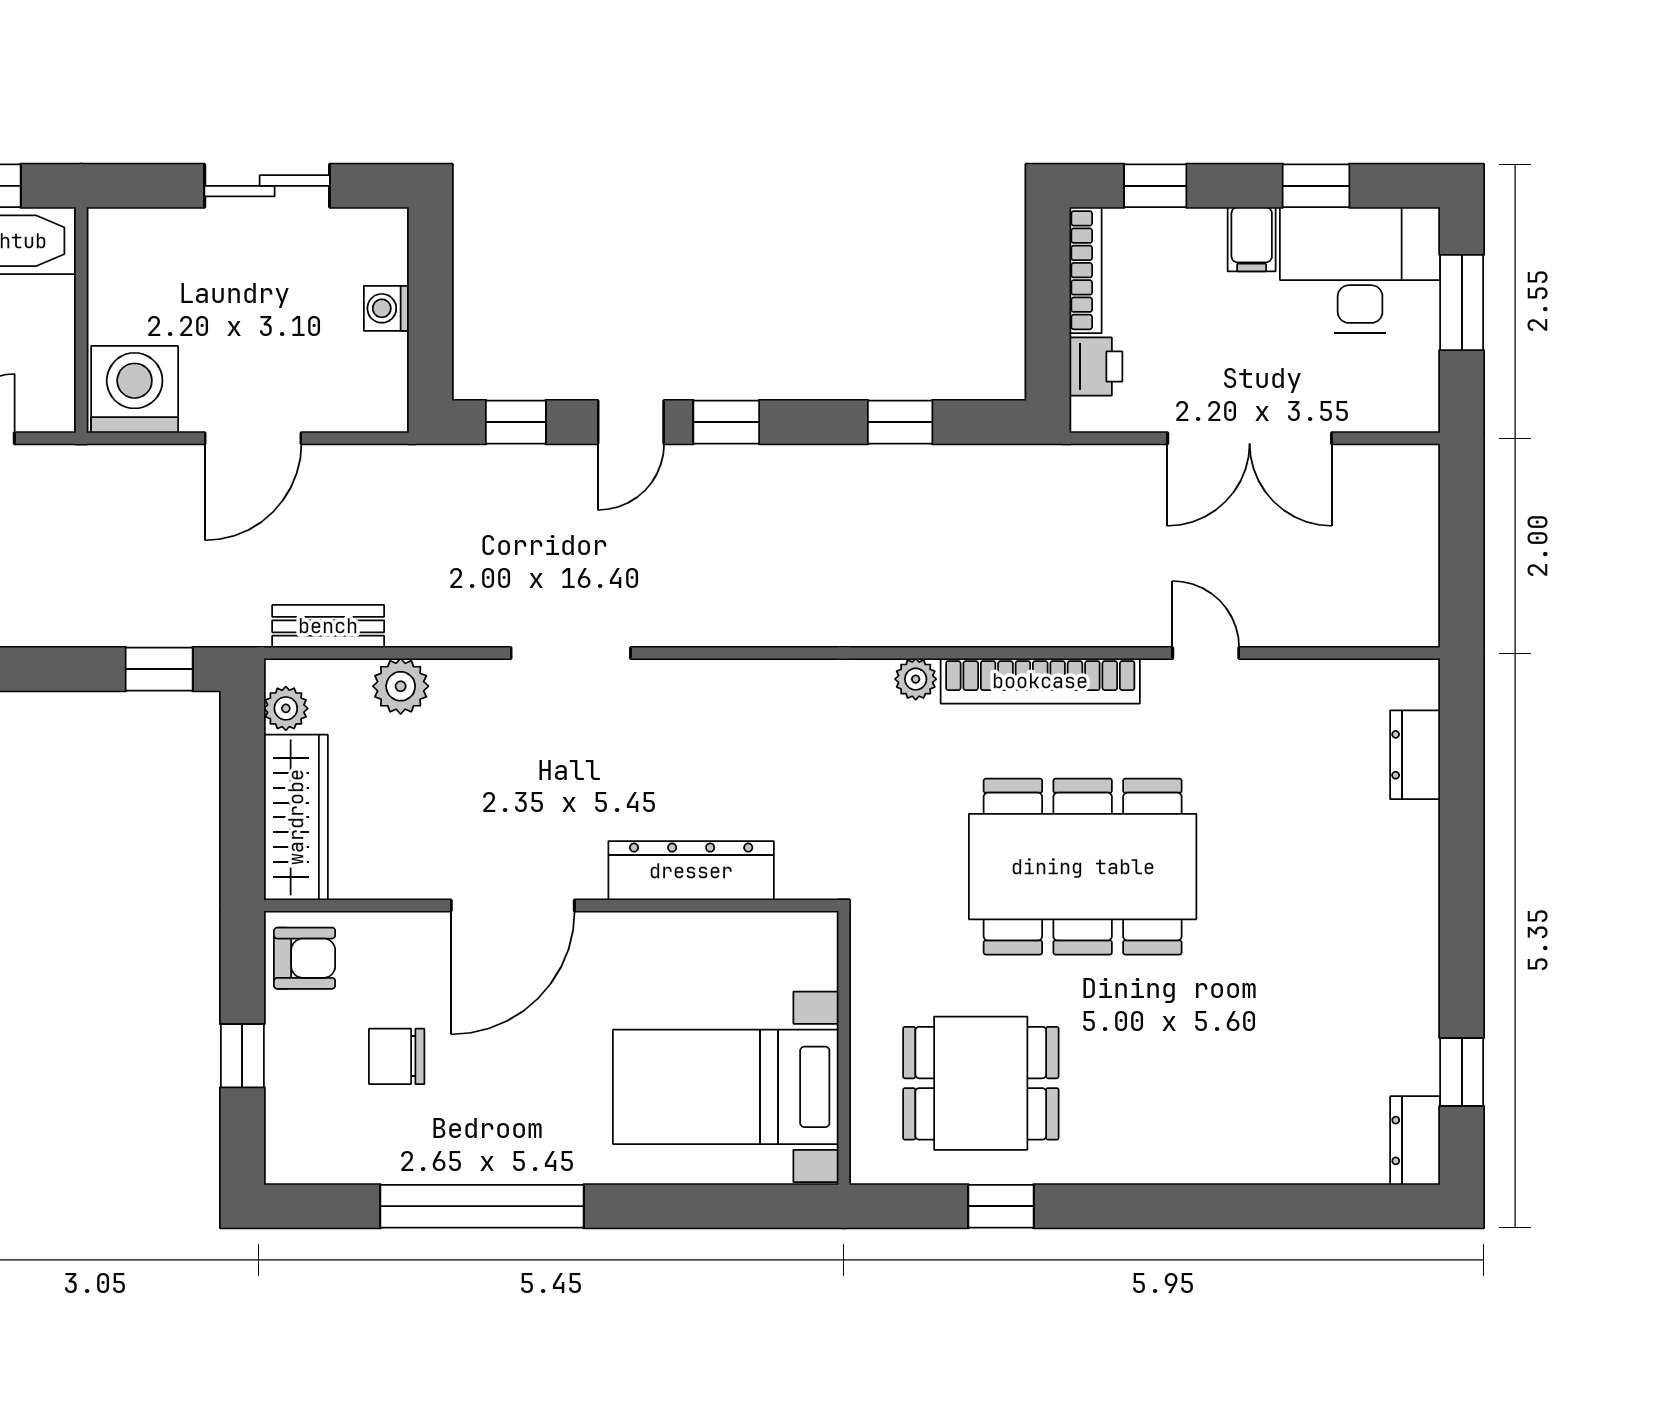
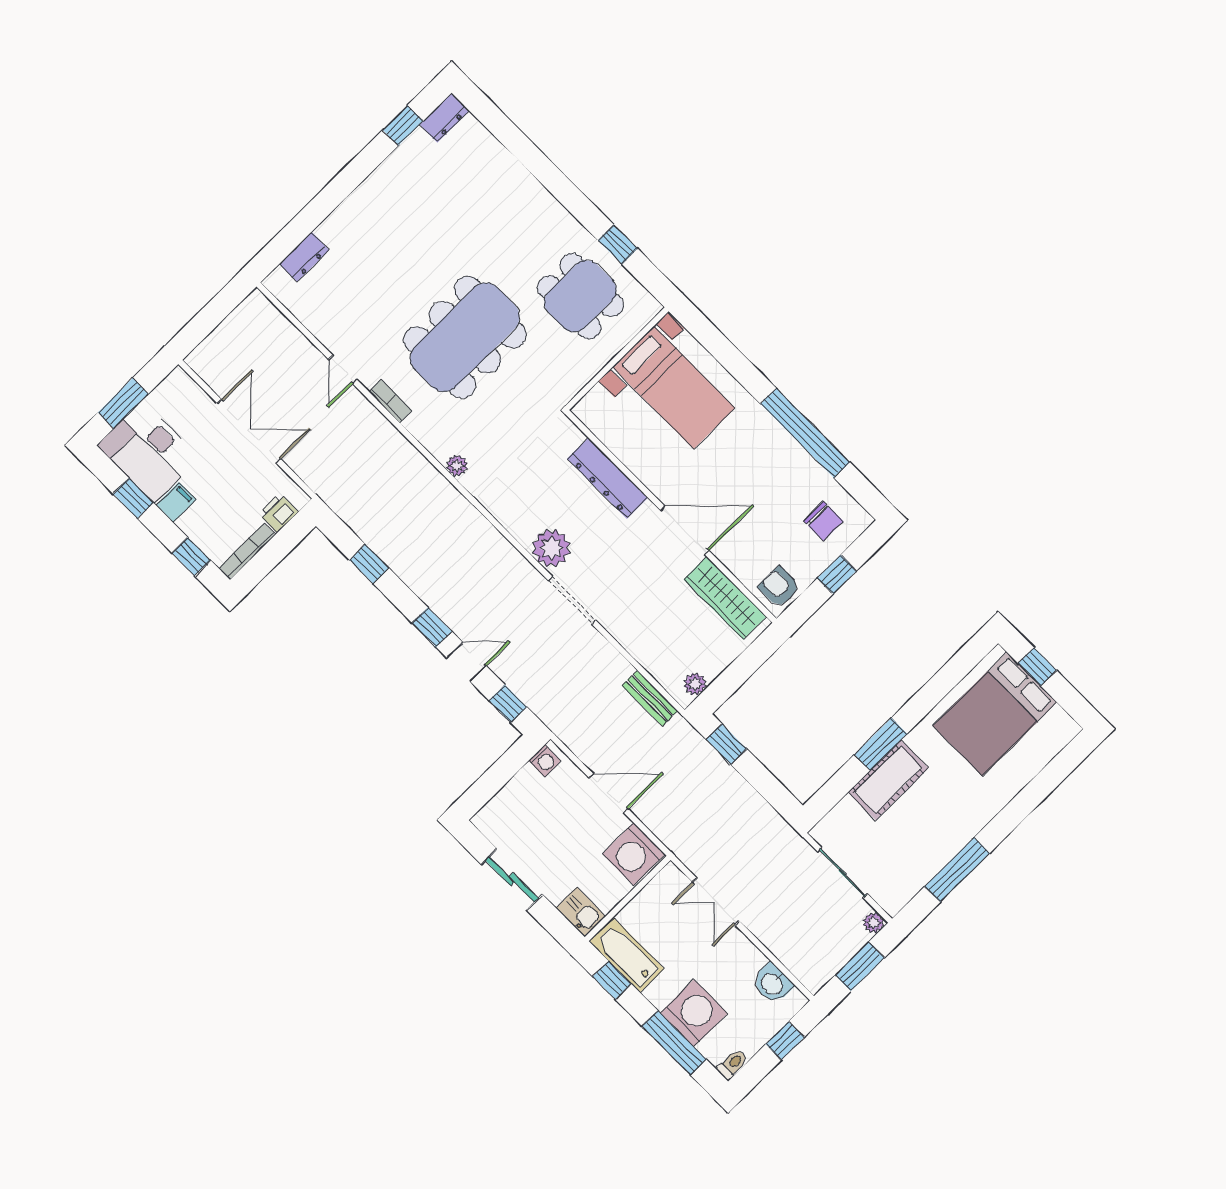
kitchen sink: (127, 236) -> (581, 912), added
washing machine: (386, 308) -> (545, 761), moved
bookcase: (1040, 681) -> (390, 401), width x0.43, depth x0.76
plant: (401, 686) -> (551, 548), moved, width x1.36, depth x1.36
wardrobe: (296, 817) -> (725, 598), moved, turned -90
dining table: (1083, 867) -> (465, 337), turned 90
chair: (397, 1056) -> (823, 521), moved

